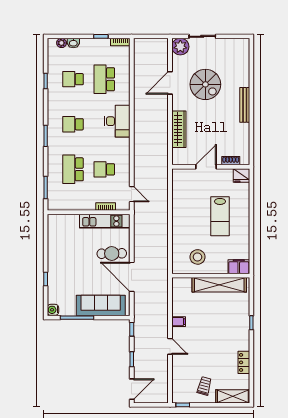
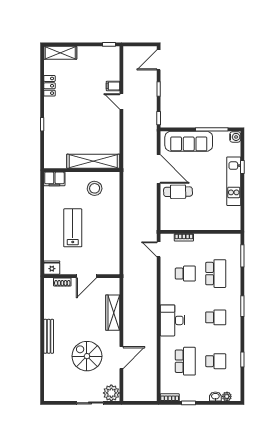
kitchen unit: (105, 221) -> (234, 181), moved, turned -90
shelving: (219, 285) -> (93, 161), moved
filing cabinet: (179, 322) -> (113, 86), moved
trolley: (204, 386) -> (88, 63), removed

